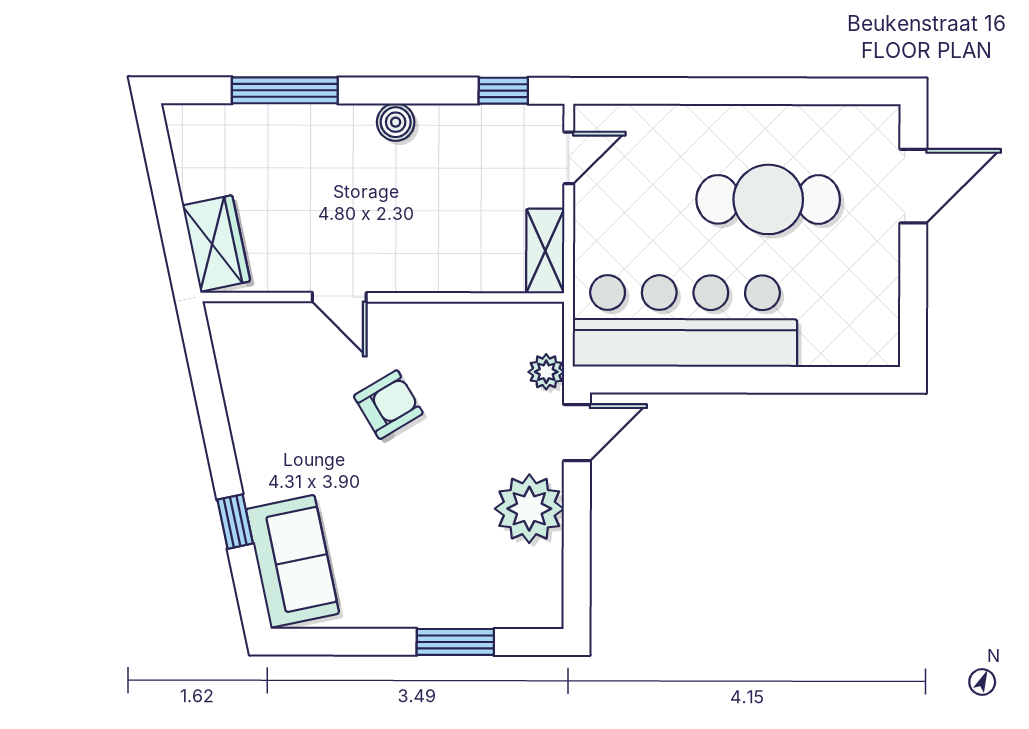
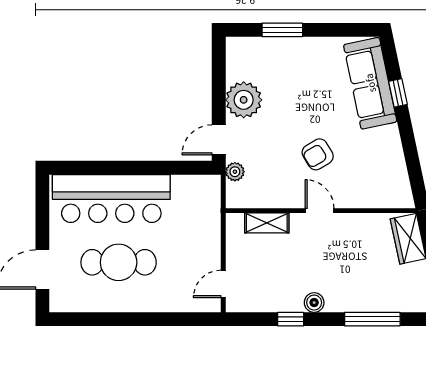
window: (503, 91) -> (291, 319), moved
shelving: (545, 251) -> (267, 223), moved, turned 90
door: (339, 297) -> (320, 211), moved
bar counter: (685, 321) -> (111, 198), moved
sofa: (292, 561) -> (370, 83), width x1.36

